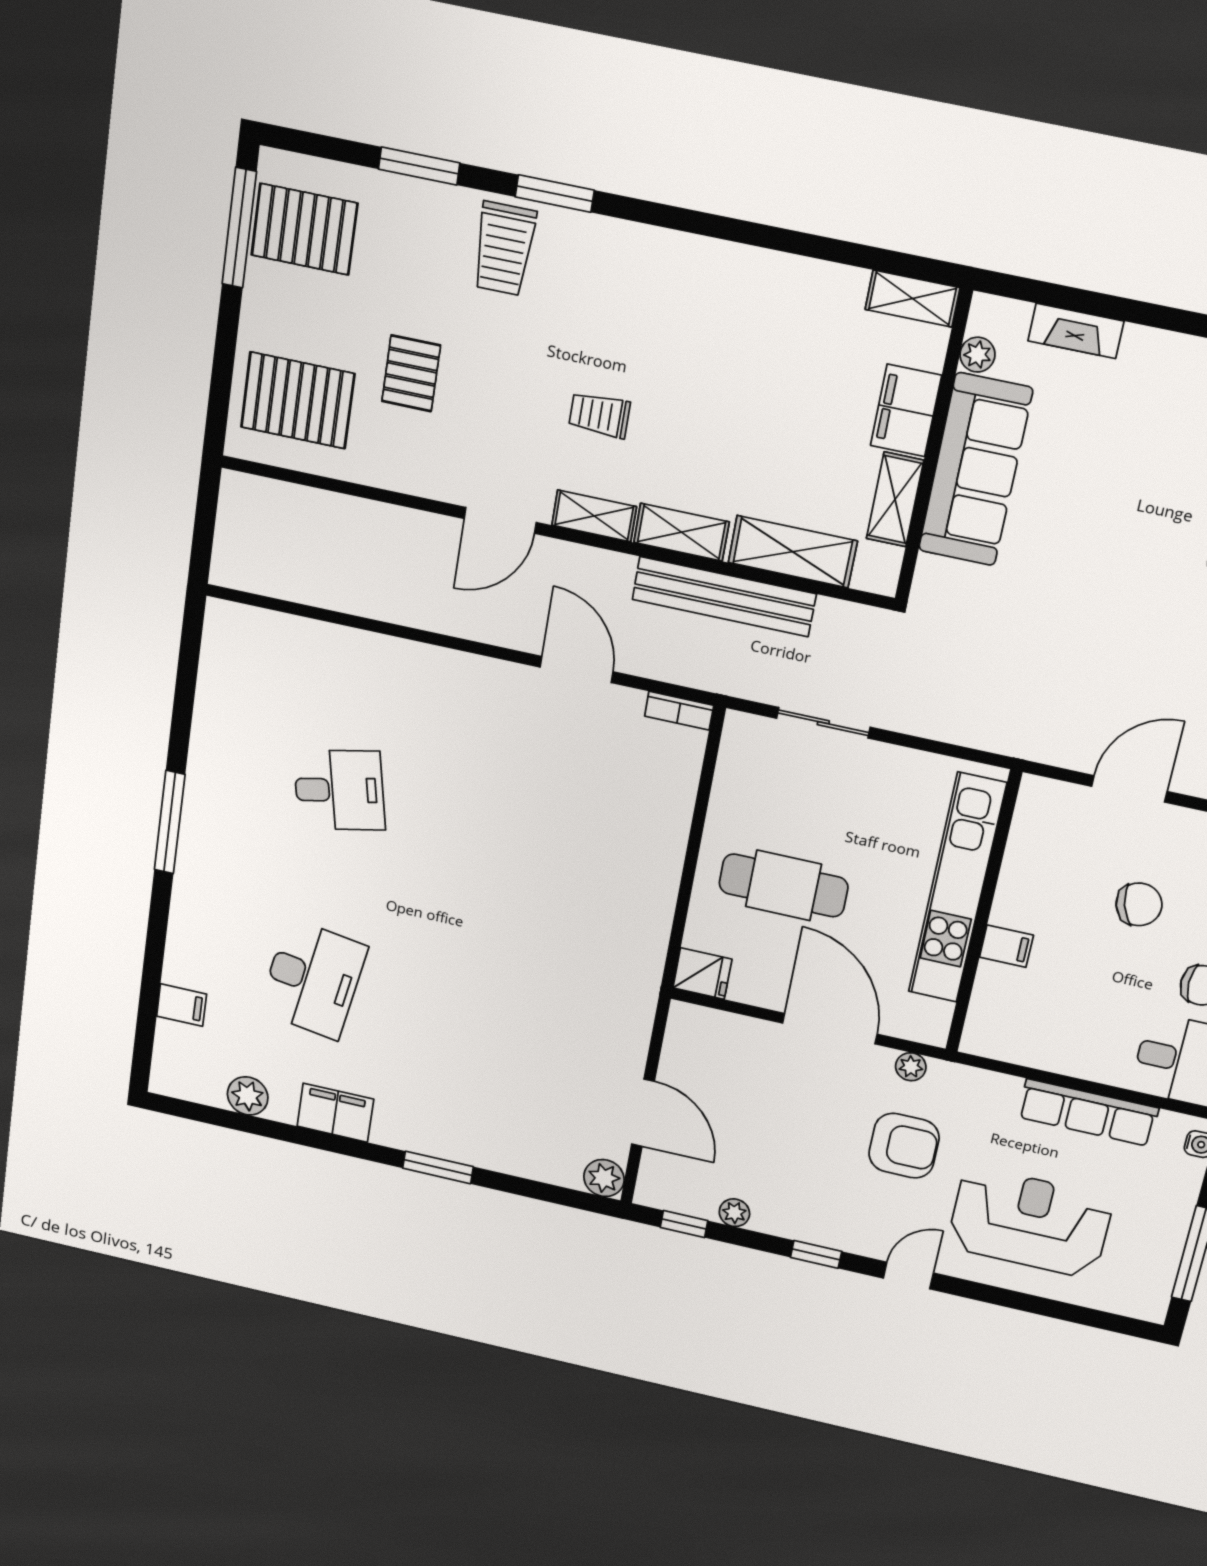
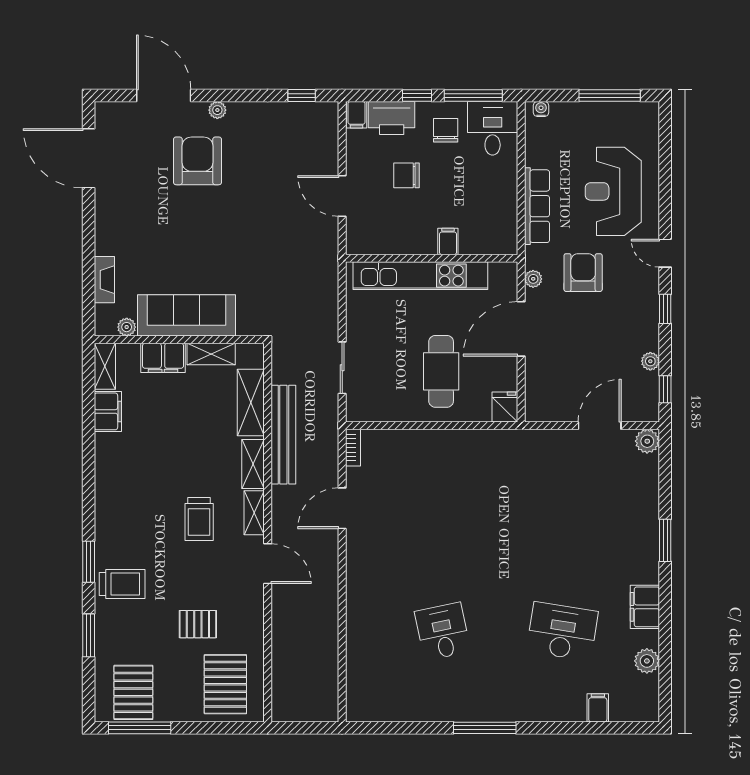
filing cabinet: (827, 287) -> (108, 411), added
trolley: (599, 415) -> (199, 519), width x1.36, depth x1.39
chair: (1139, 904) -> (407, 175), turned -74
row of seats: (1088, 1113) -> (537, 206), moved

